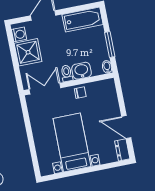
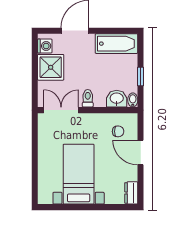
window: (110, 45) -> (141, 76), width x0.67
washbasin: (82, 71) -> (117, 99), moved
chair: (80, 93) -> (118, 131), moved
door: (126, 127) -> (141, 153), moved

